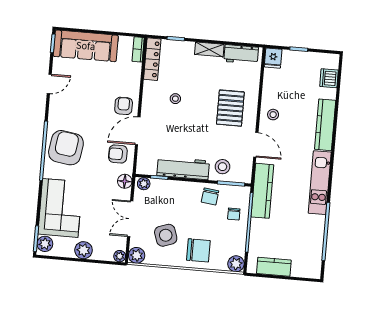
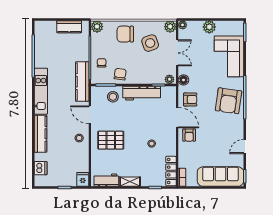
pallet: (230, 108) -> (111, 140), turned 90
door: (138, 131) -> (177, 118), hinge flipped
plant: (45, 244) -> (238, 29), removed

